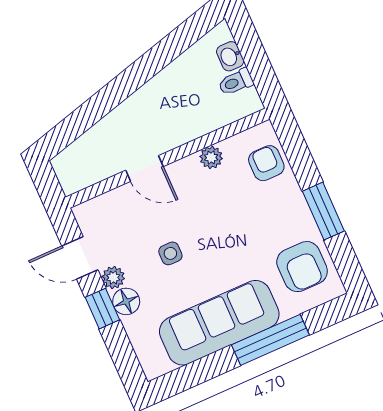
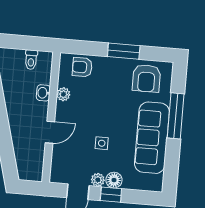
washbasin: (230, 56) -> (43, 93), moved, turned 90
armchair: (302, 267) -> (146, 78), turned 90

